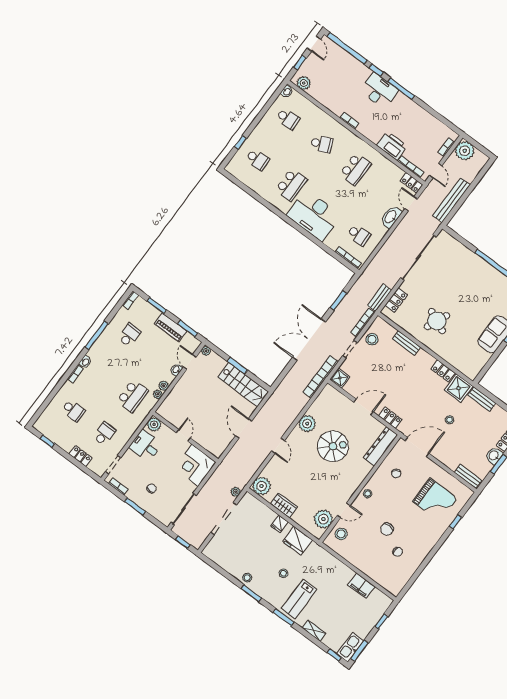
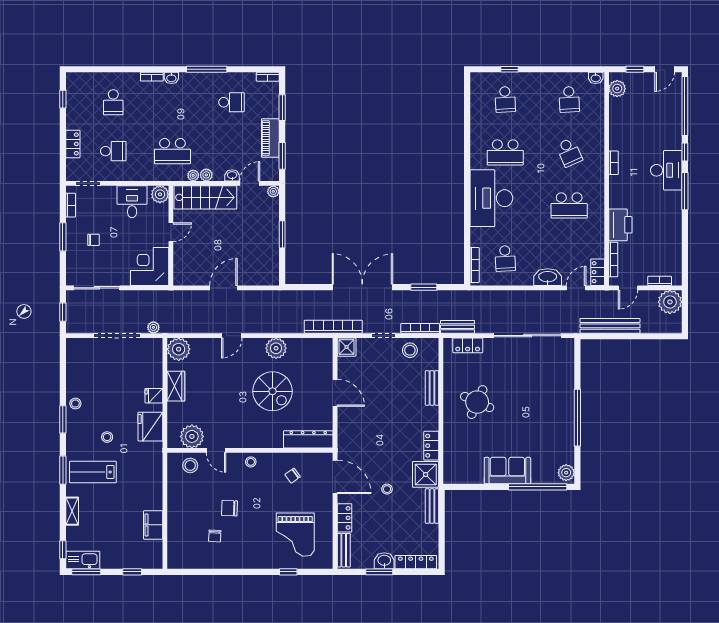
stairs: (243, 385) -> (205, 197), moved, turned -90
locker: (390, 418) -> (344, 518), moved

